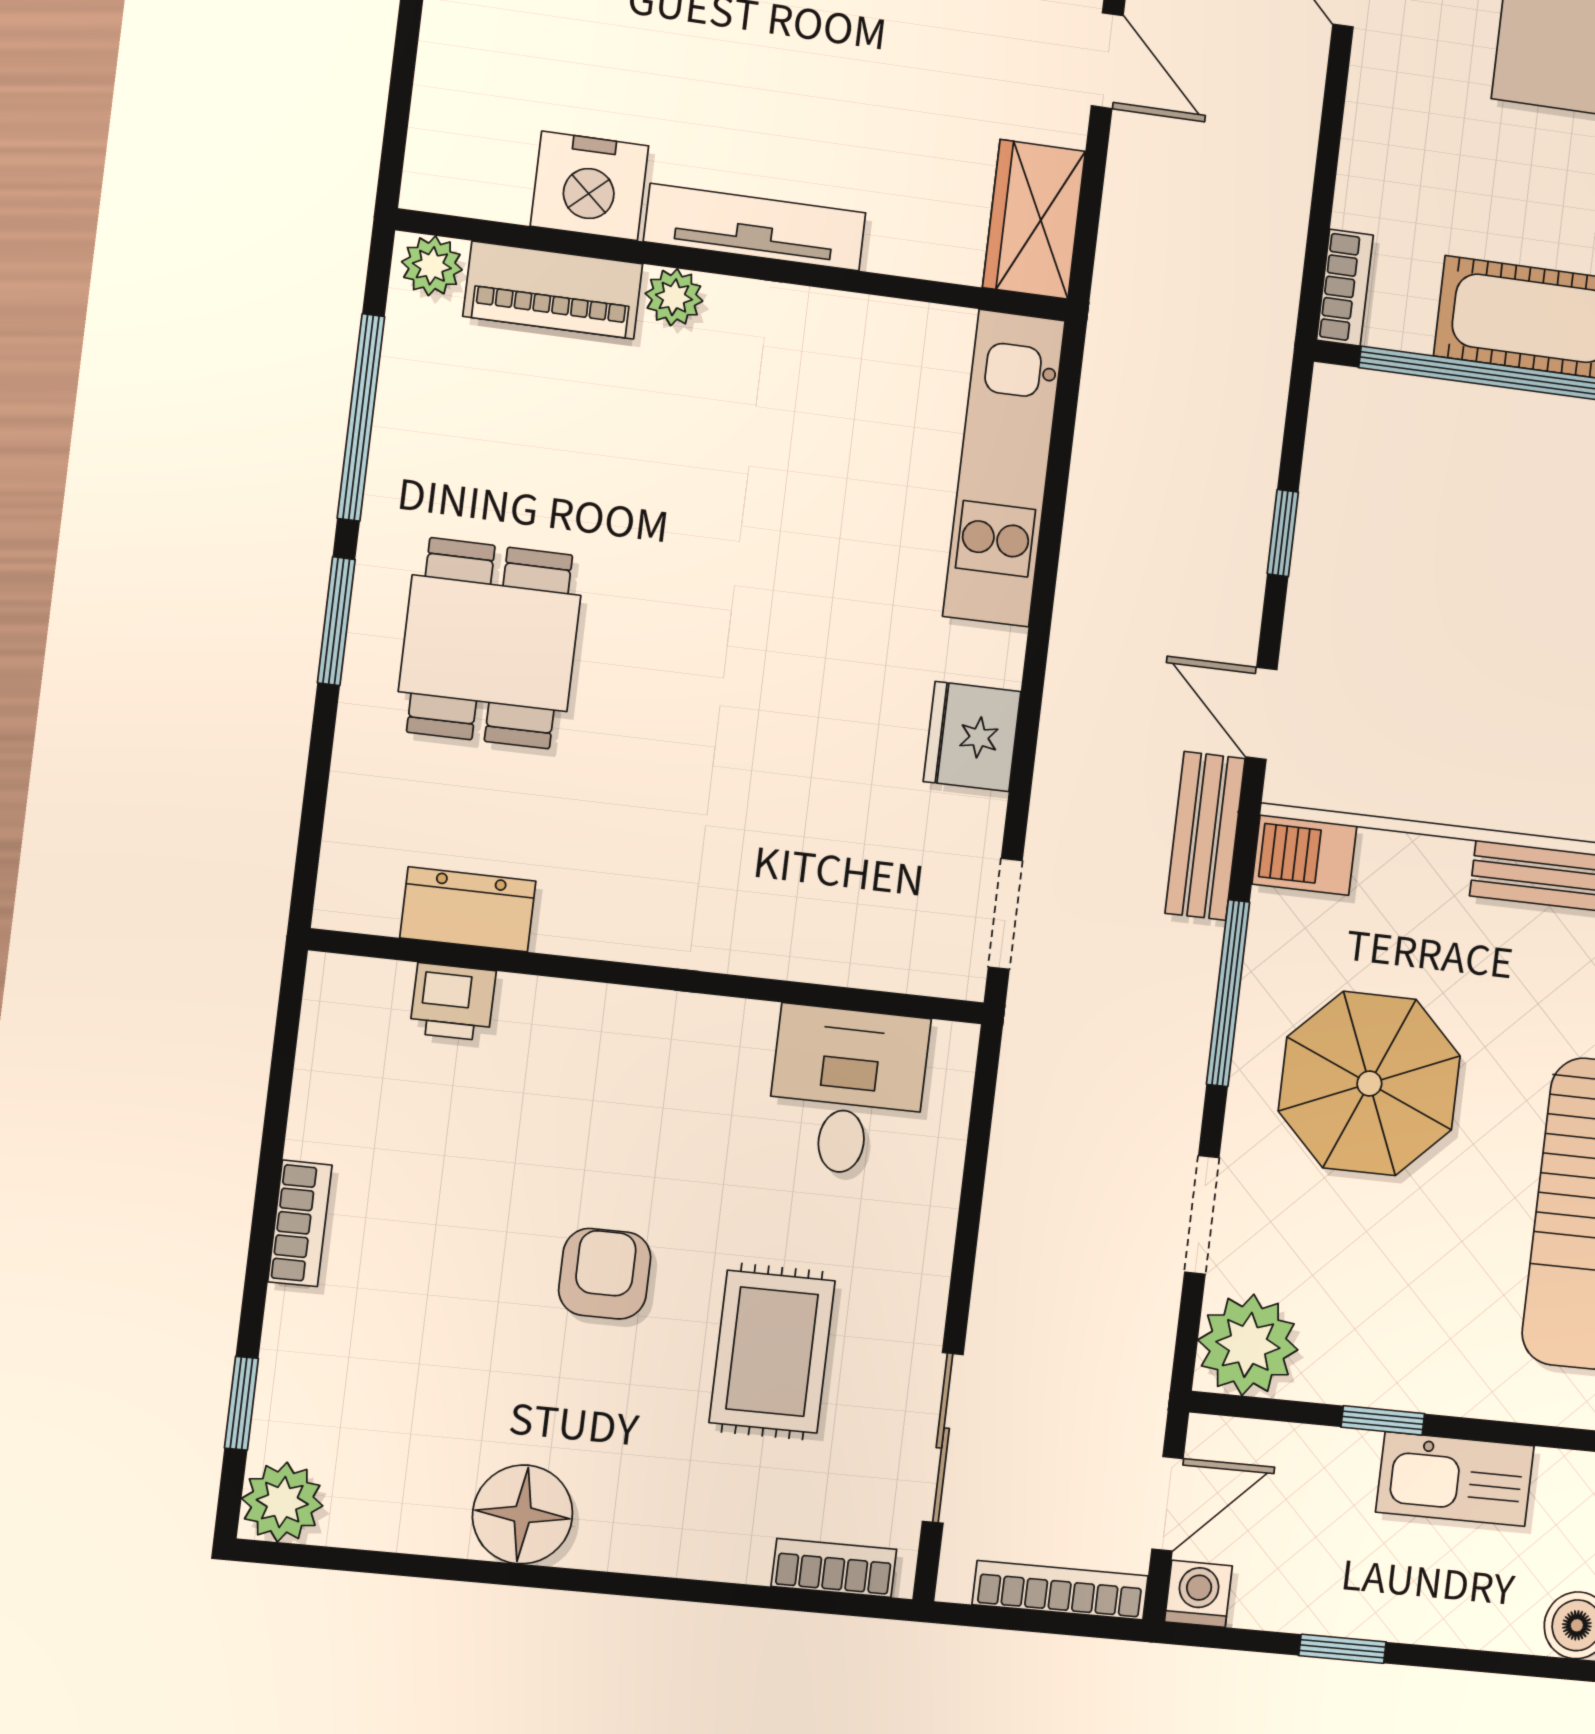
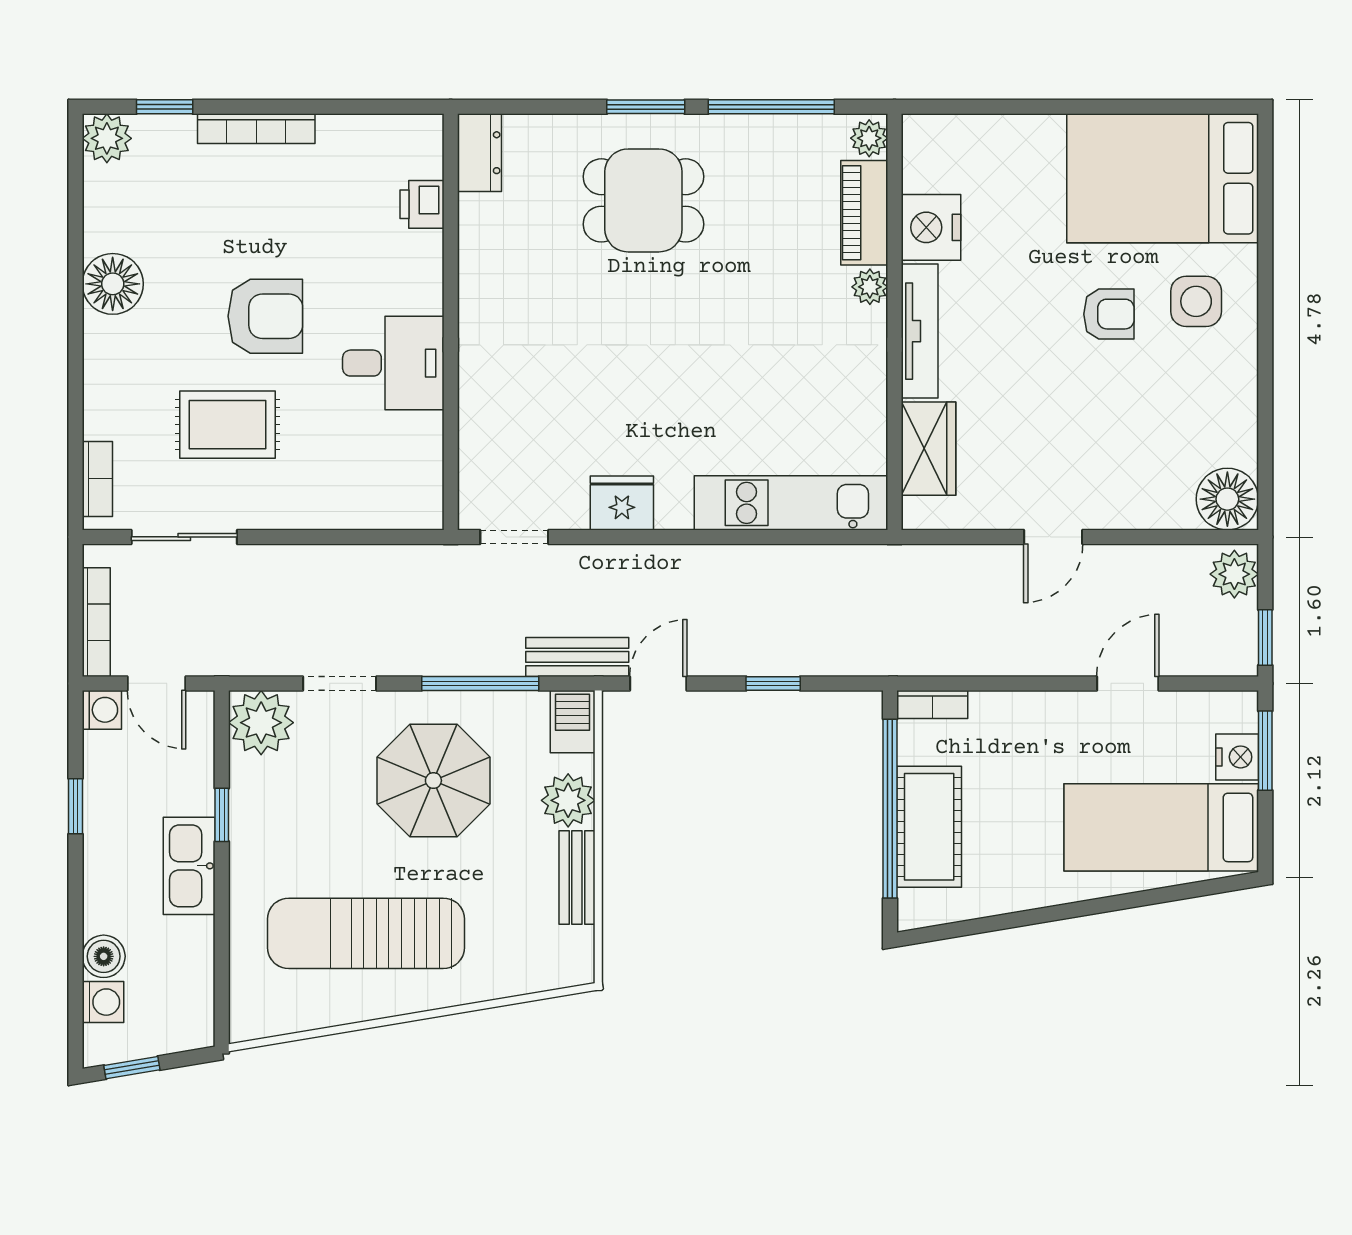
wardrobe: (1034, 219) -> (929, 449), moved, turned 90
plant: (1425, 876) -> (568, 800), added
dresser: (468, 909) -> (479, 153), moved
desk: (847, 1091) -> (393, 363), moved
bookcase: (300, 1223) -> (256, 129), width x1.56
armchair: (605, 1274) -> (265, 316), width x1.38, depth x1.38

